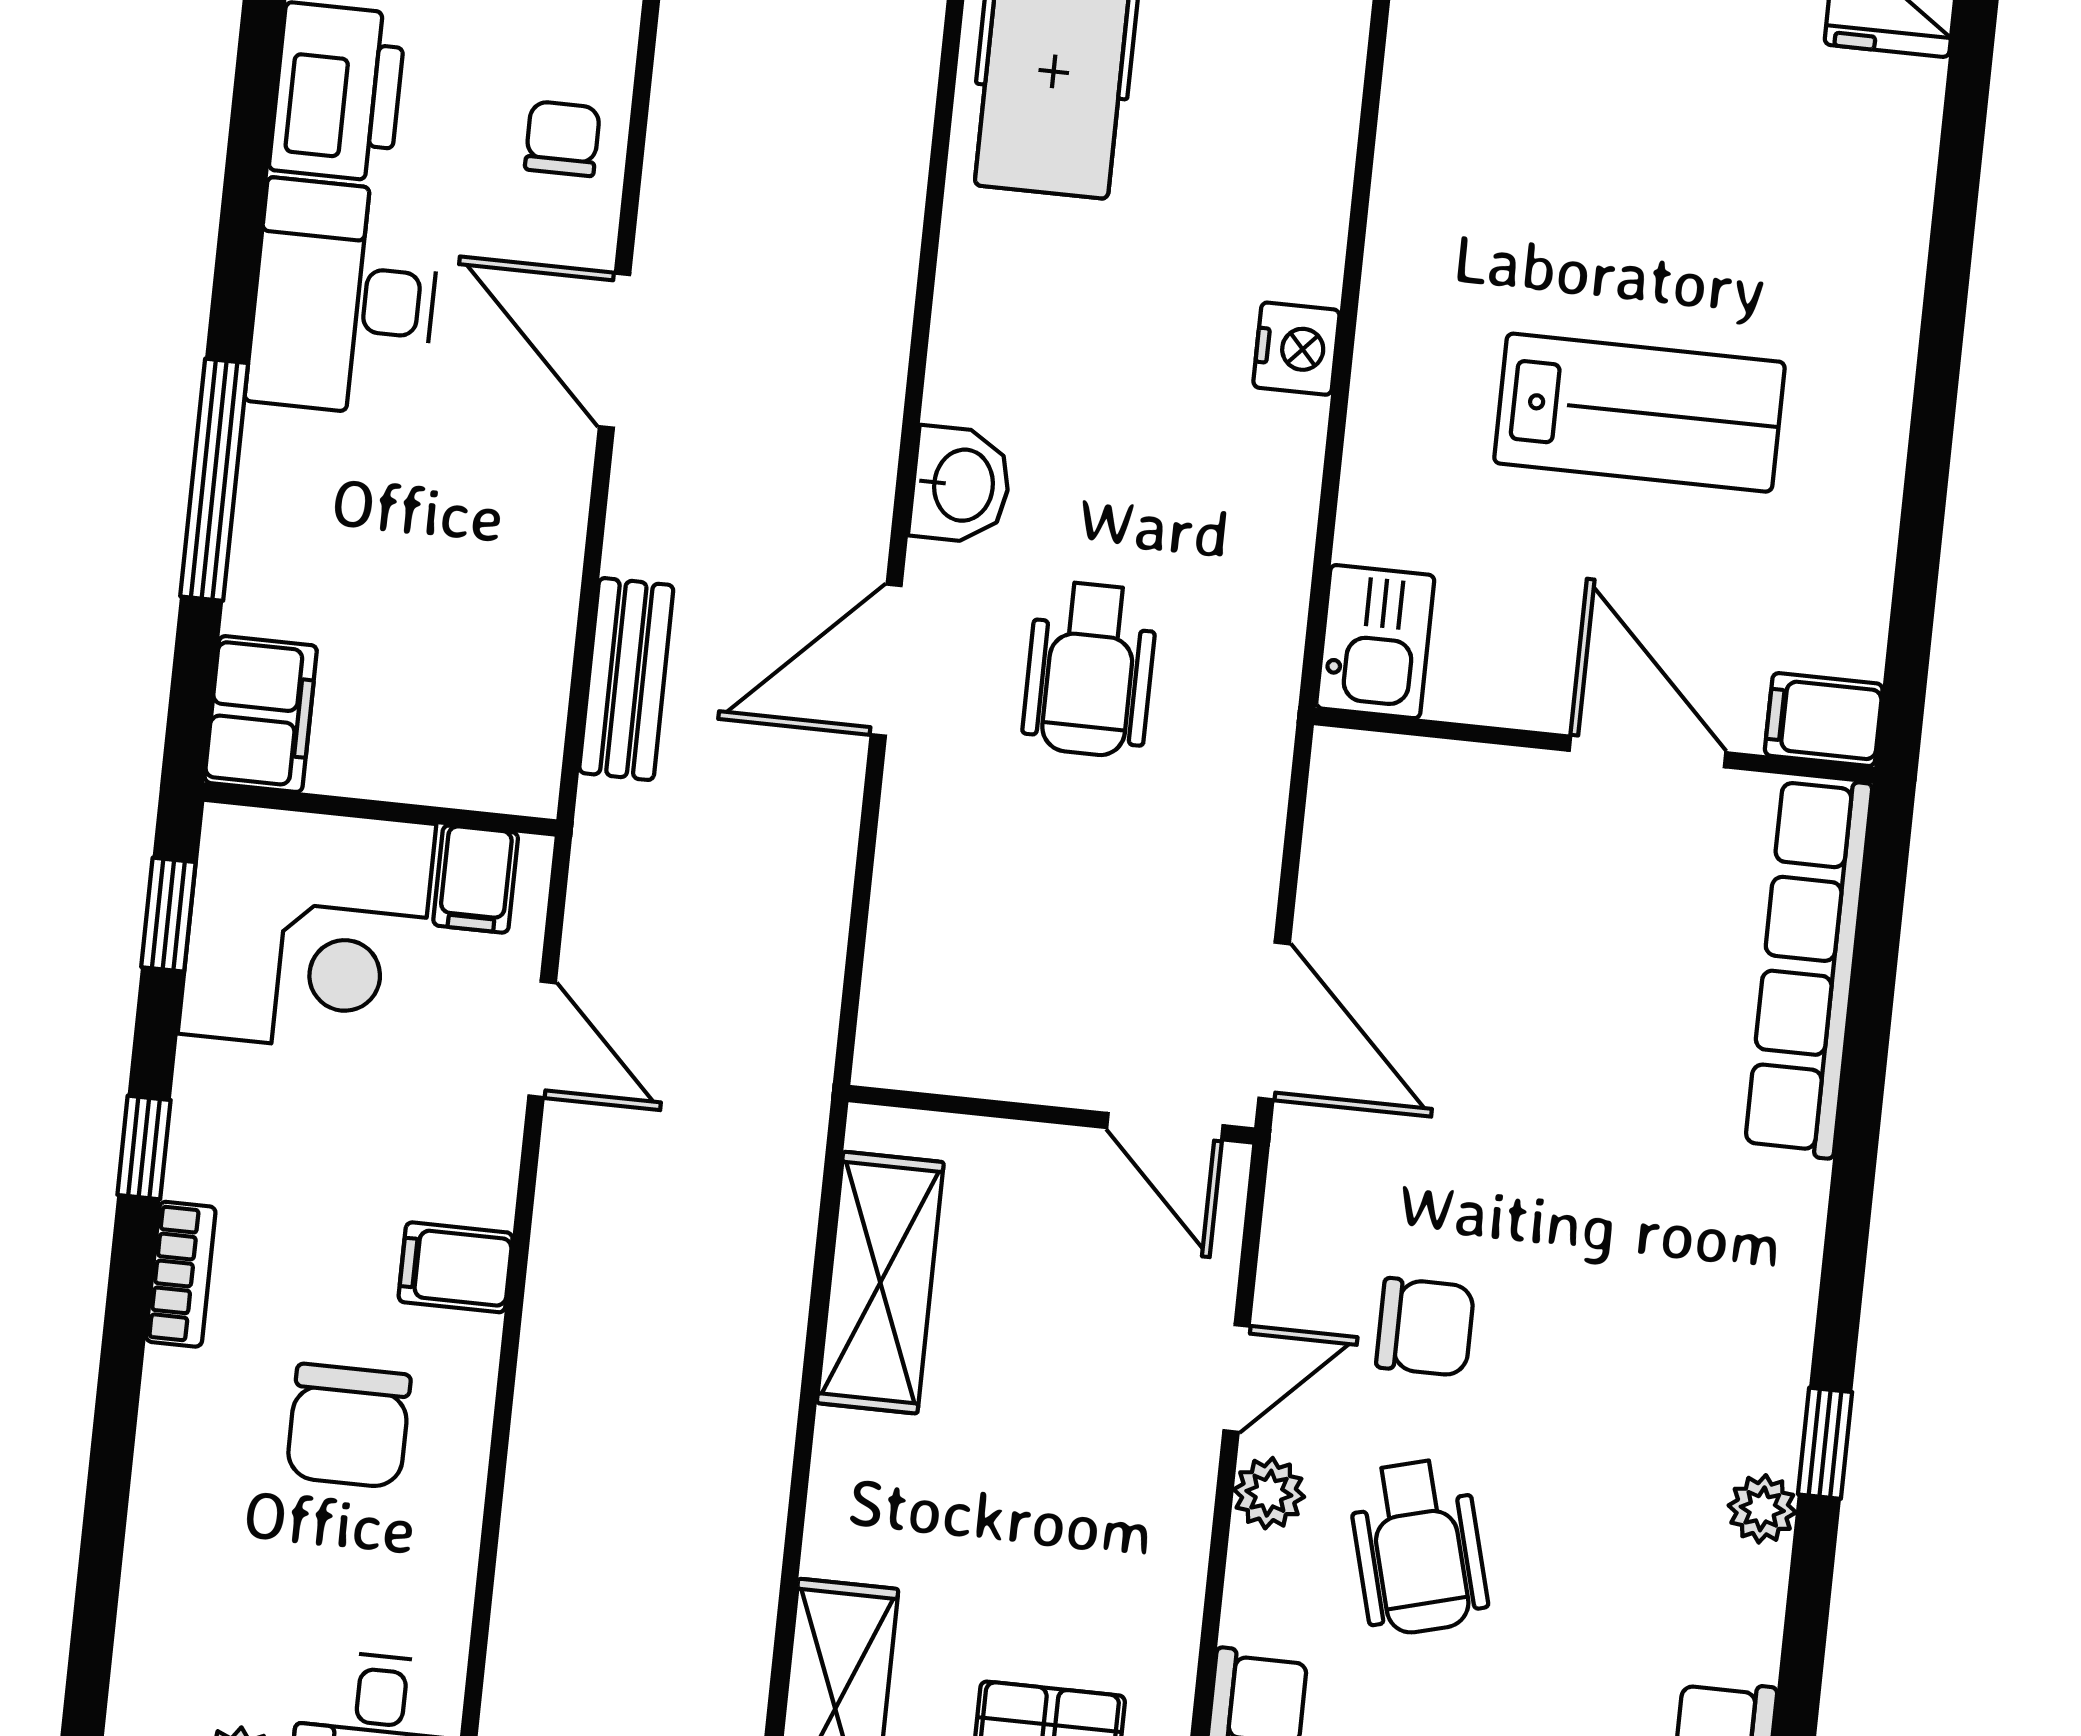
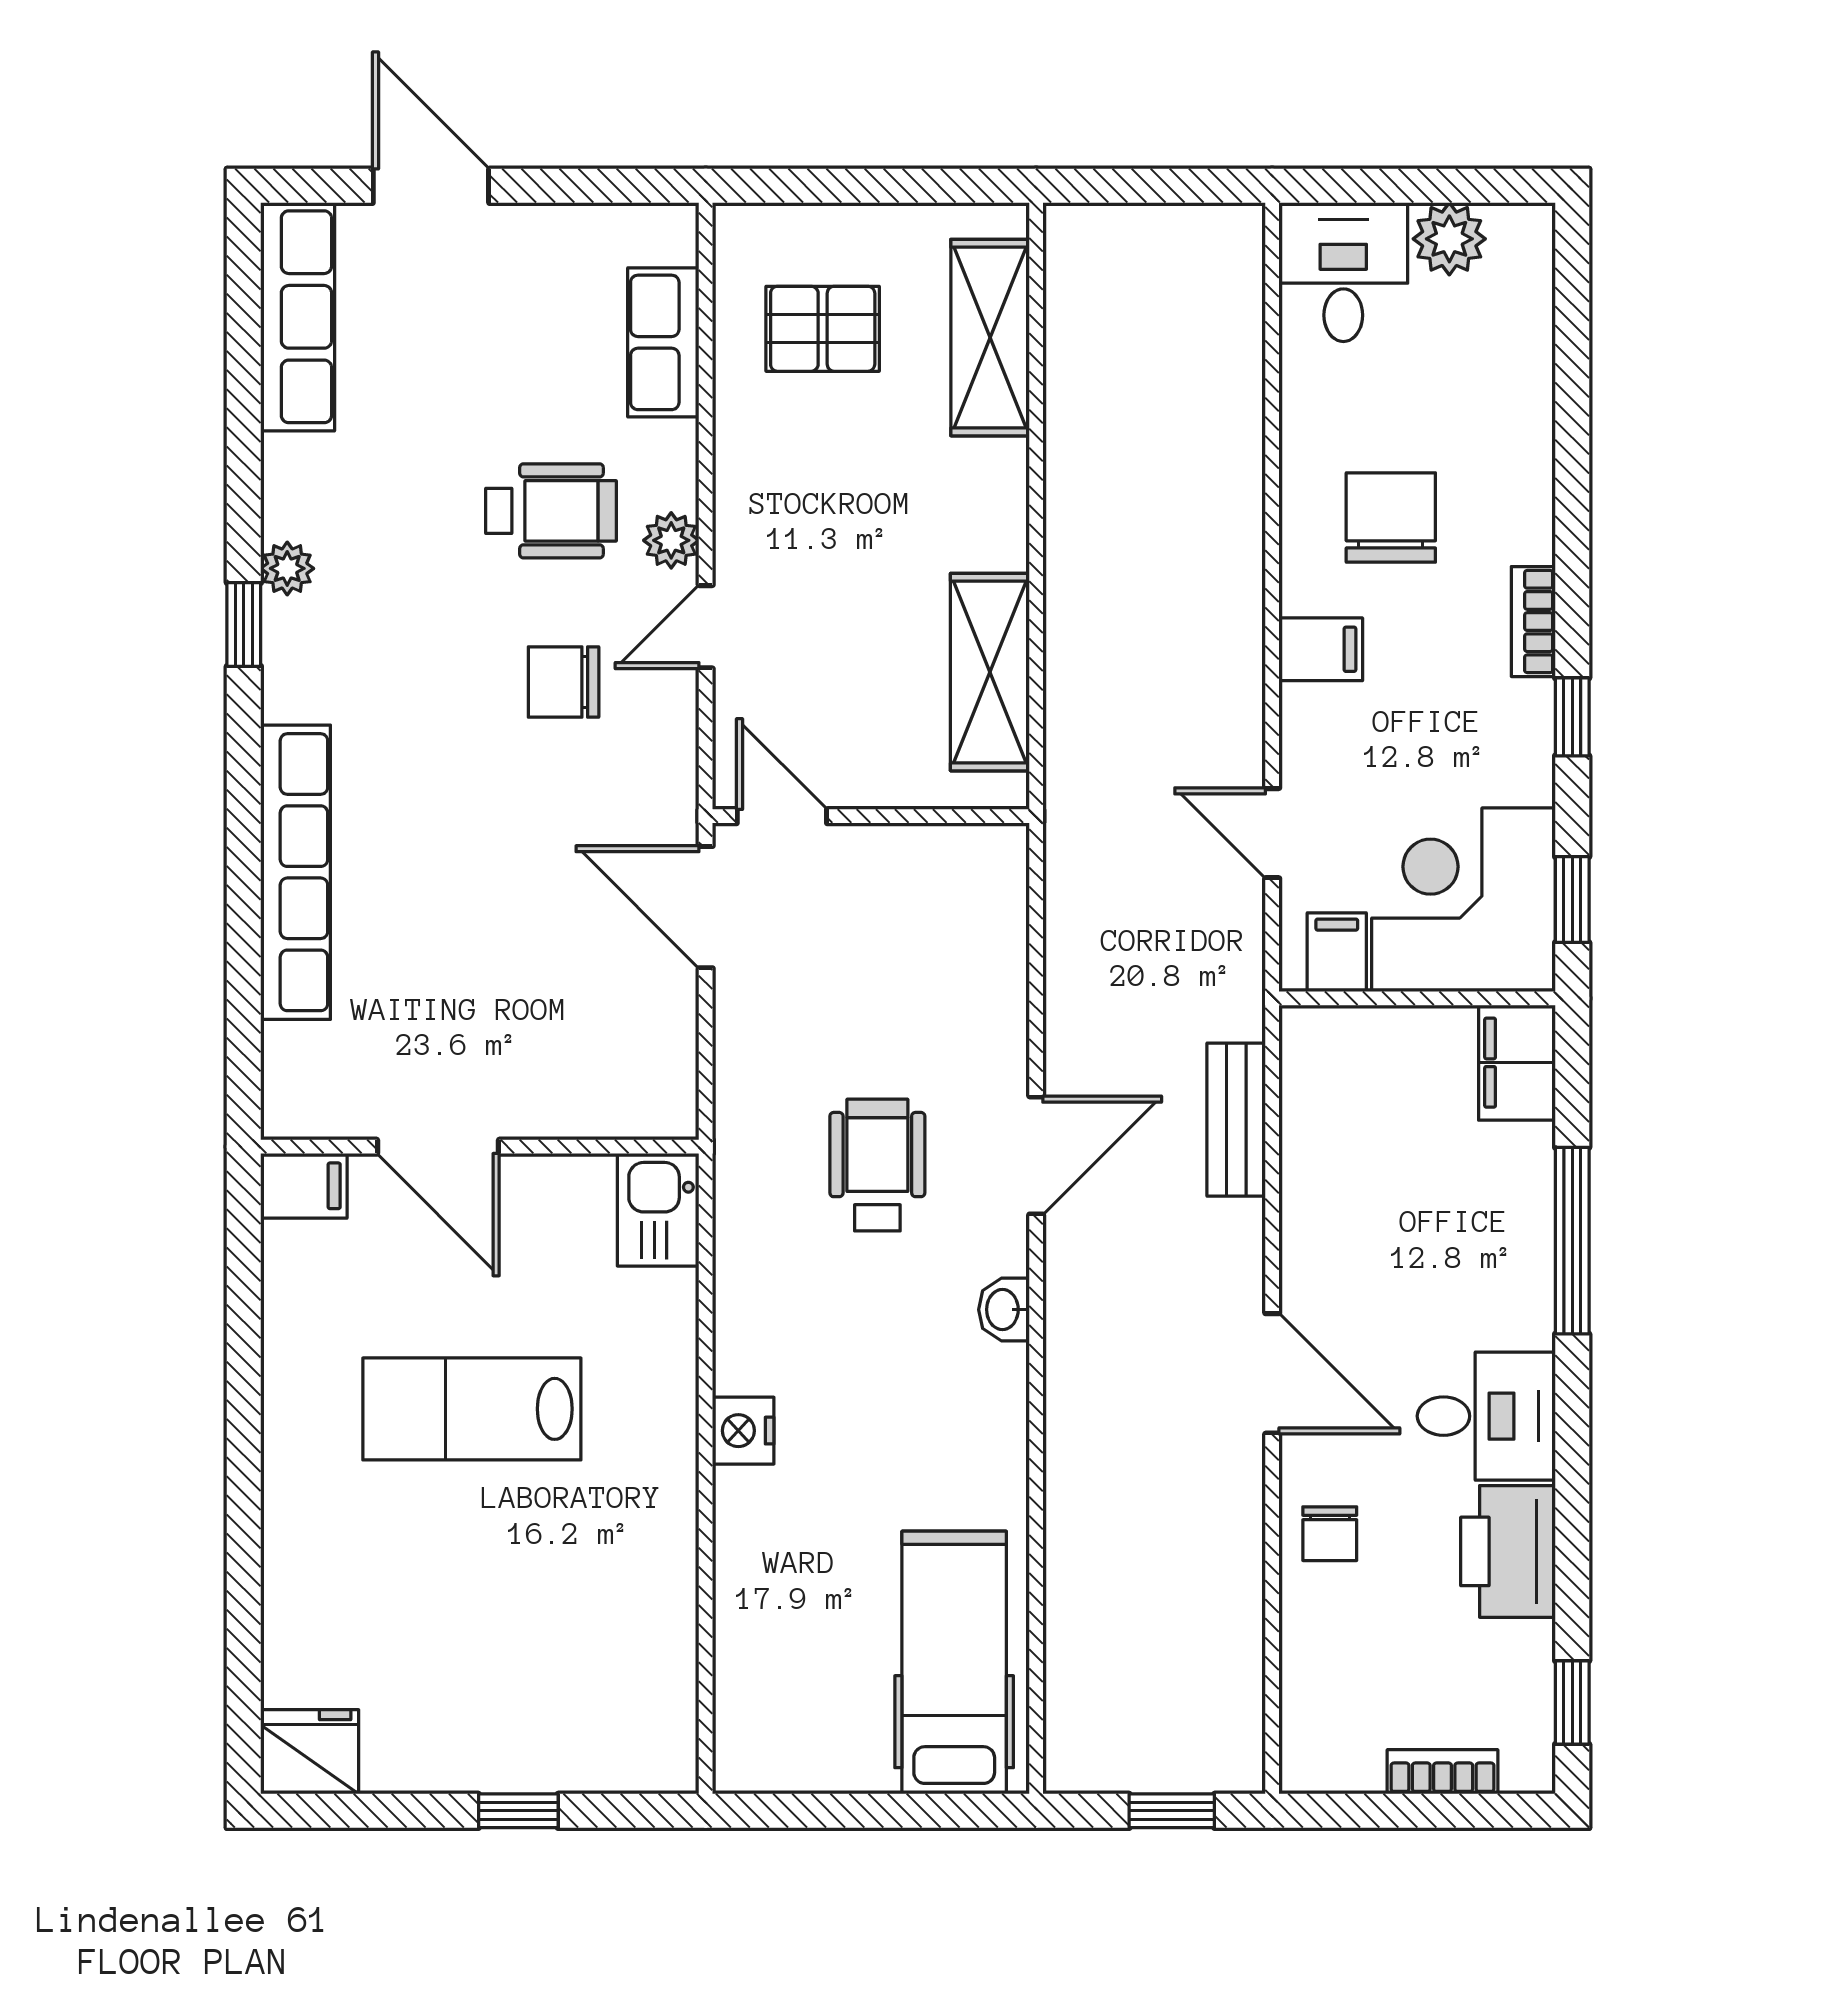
desk: (344, 298) -> (1486, 1416), width x0.73
washbasin: (961, 485) -> (1004, 1310), width x0.72, depth x0.69
row of seats: (1808, 967) -> (296, 872), moved
wheelchair: (1418, 1547) -> (551, 511), turned 105

